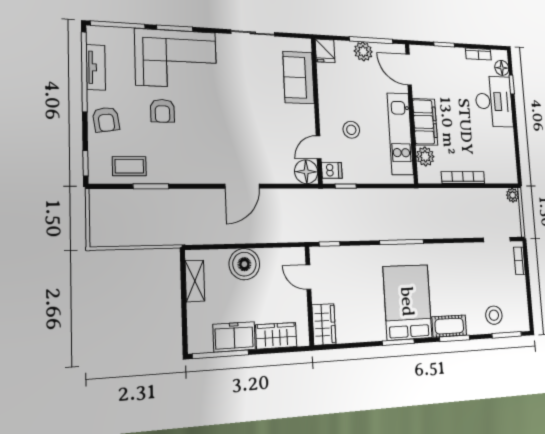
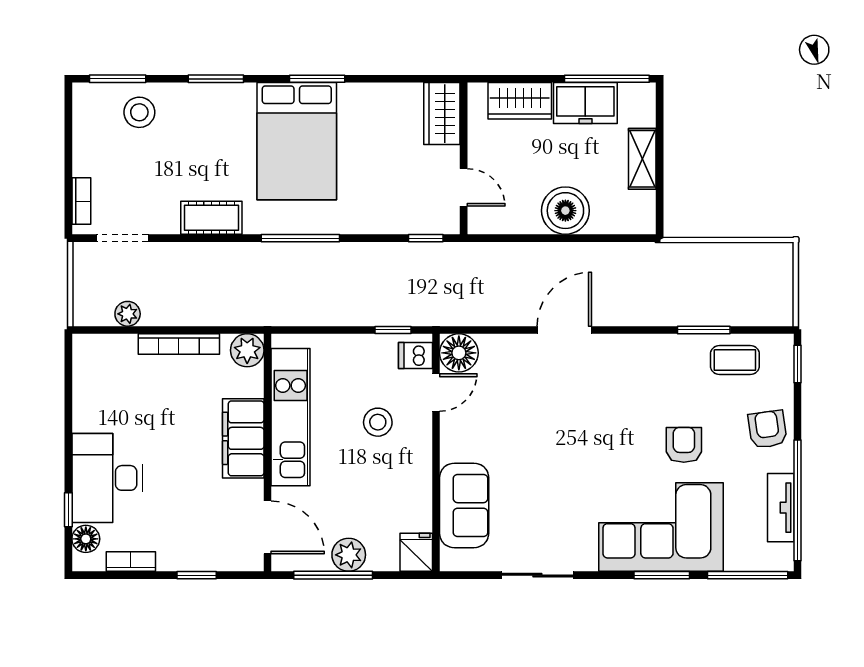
plant: (425, 156) -> (247, 350), moved
plant: (513, 195) -> (128, 314), moved
shelving: (195, 281) -> (642, 159), moved
cot: (449, 326) -> (211, 218), moved

